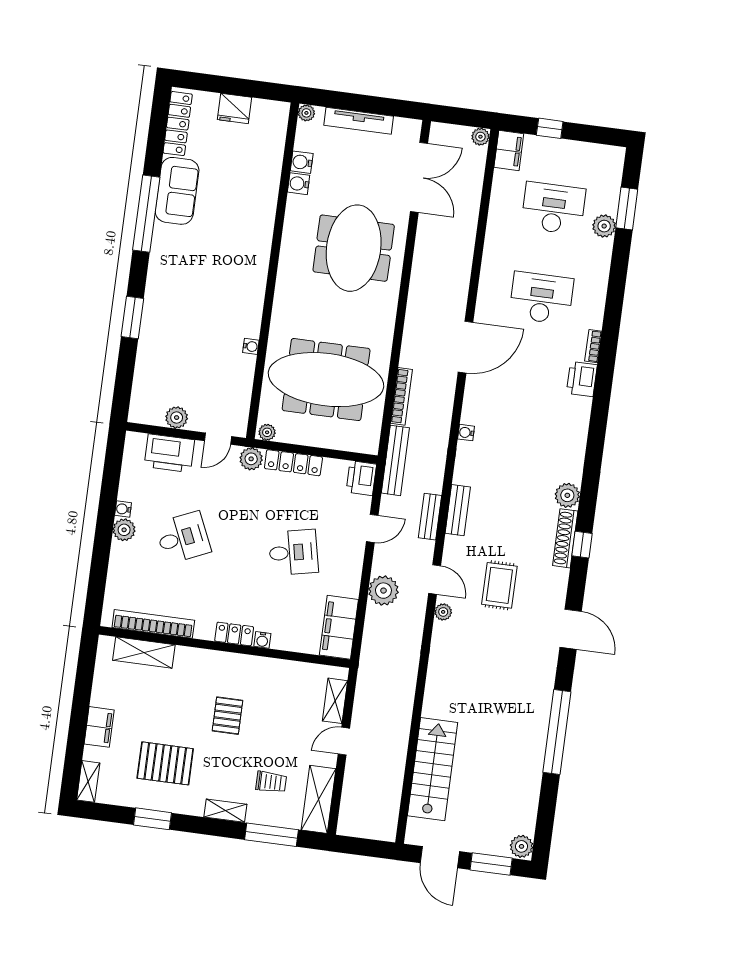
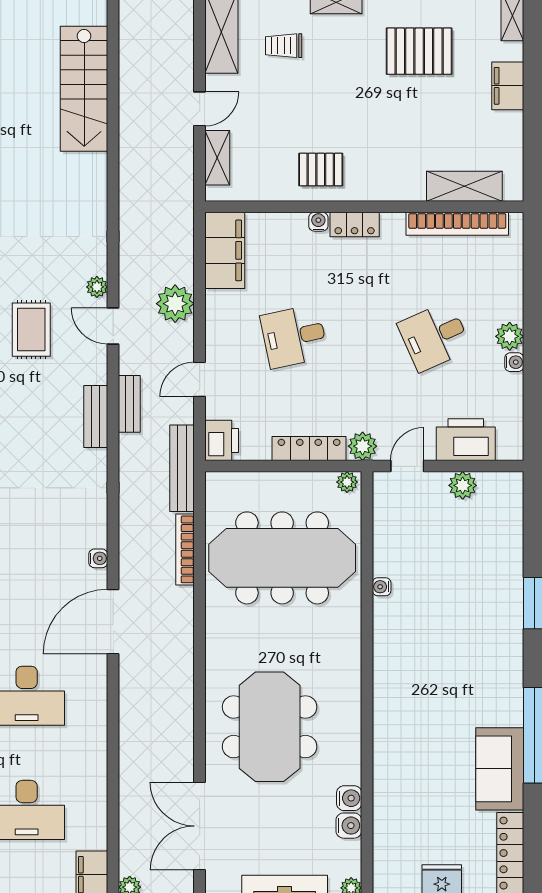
water cooler: (466, 433) -> (98, 558), moved
pallet: (227, 716) -> (321, 170), moved, turned 90

